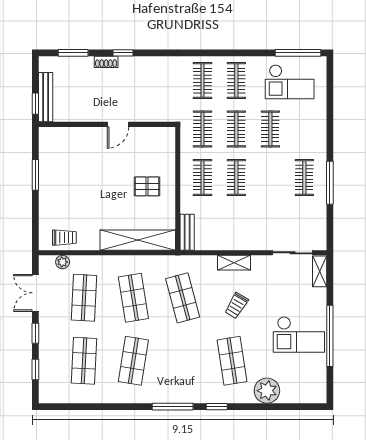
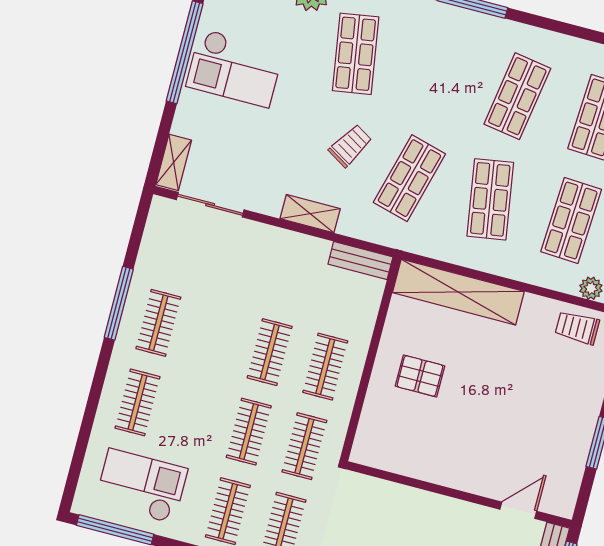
door: (118, 124) -> (518, 510), moved
clothes rail: (270, 129) -> (138, 402), moved
bench: (187, 232) -> (360, 261), moved, turned 90
shop shelf: (183, 298) -> (409, 178), turned 30
trolley: (236, 306) -> (350, 146), moved
checkout: (299, 334) -> (235, 68), turned 180

